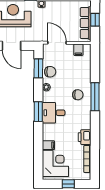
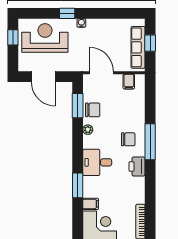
window: (38, 112) -> (78, 185), moved
printer: (85, 137) -> (137, 166), moved

